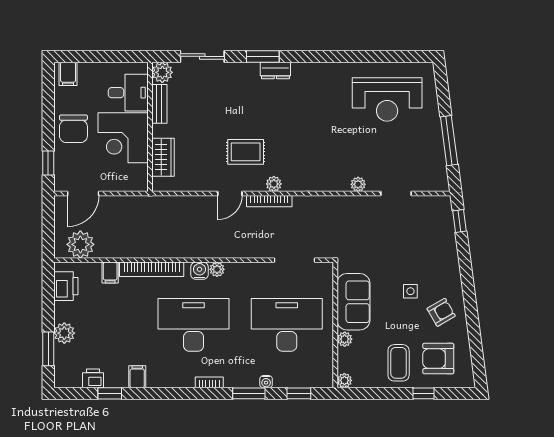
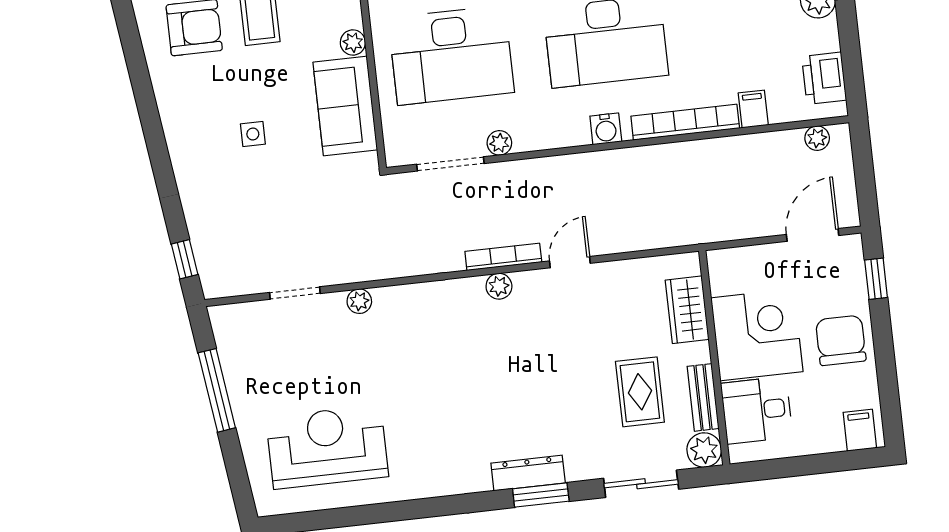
dresser: (275, 70) -> (528, 473), width x1.44
rug: (246, 152) -> (640, 392), moved, turned 90
plant: (80, 244) -> (817, 138), width x0.53, depth x0.53
plant: (217, 269) -> (499, 143), moved
armchair: (441, 312) -> (198, 105), removed

